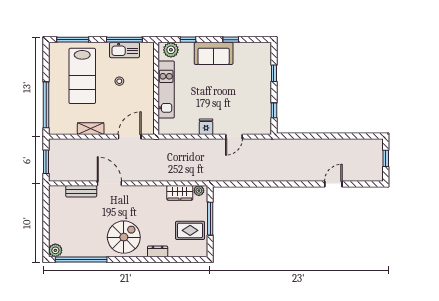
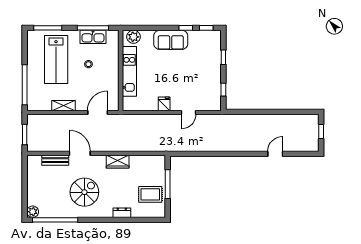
window: (188, 40) -> (206, 28), moved
plant: (199, 191) -> (158, 160), removed
wardrobe: (180, 193) -> (118, 162), moved
spiral stairs: (124, 237) -> (84, 192), moved

